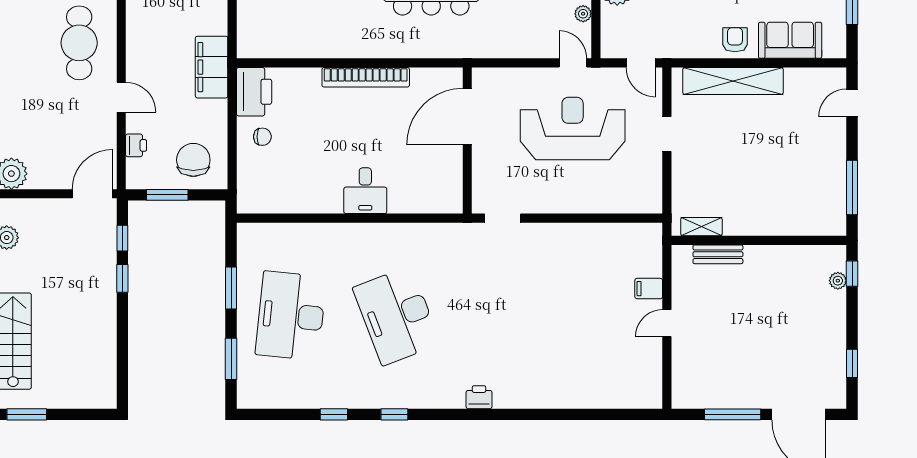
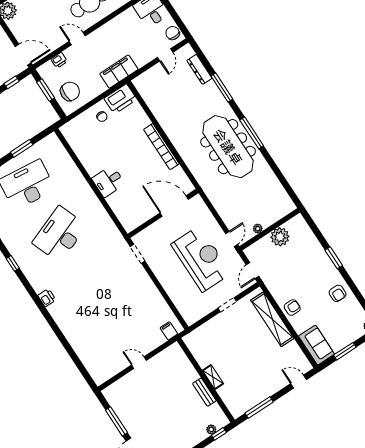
sofa: (790, 40) -> (317, 345), moved
door: (121, 97) -> (77, 39), swing flipped
shelving: (701, 227) -> (213, 377), moved
bench: (718, 254) -> (204, 392), moved
filing cabinet: (649, 289) -> (169, 331), moved

